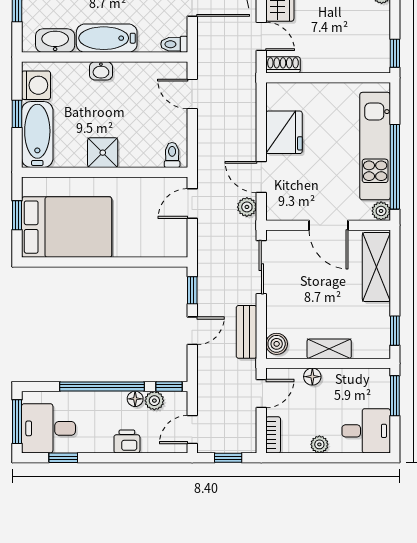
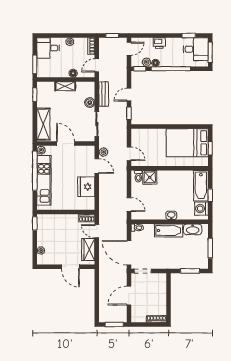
shower: (103, 153) -> (150, 177), moved
door: (192, 204) -> (129, 154), hinge flipped
boiler: (277, 344) -> (90, 103), moved

